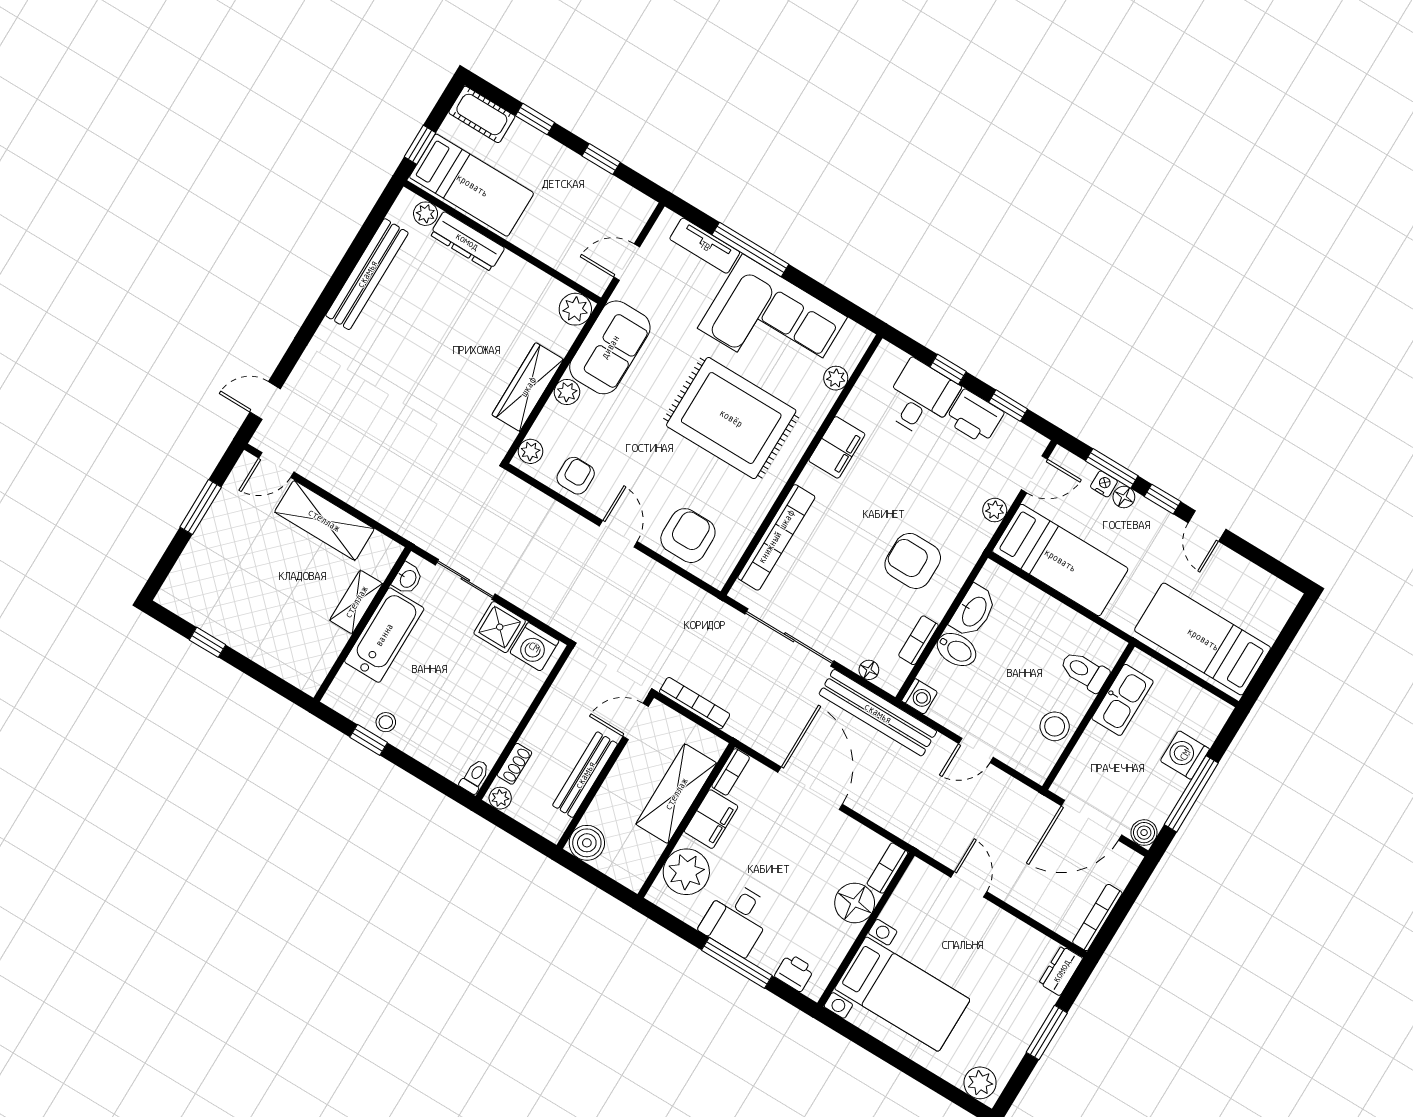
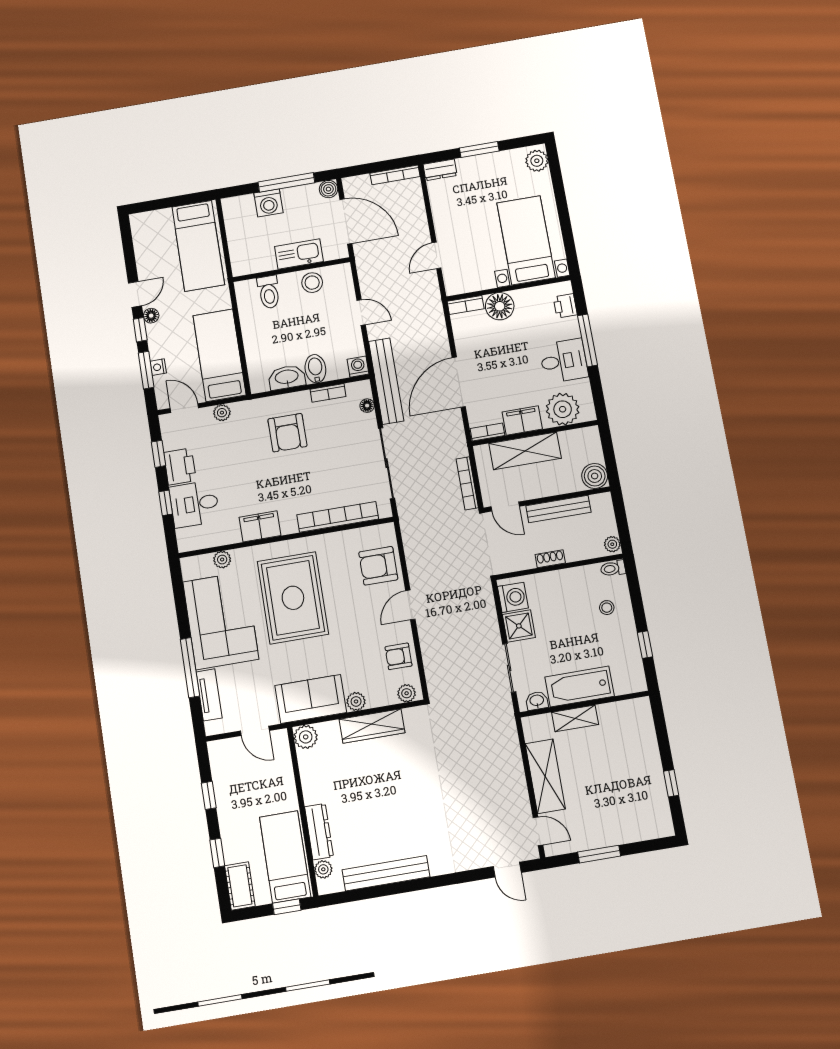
floor lamp: (1124, 497) -> (151, 316), moved
kitchen sink: (1123, 700) -> (299, 254), moved
stool: (386, 722) -> (607, 608), moved
shoe rack: (514, 764) -> (550, 559), moved

